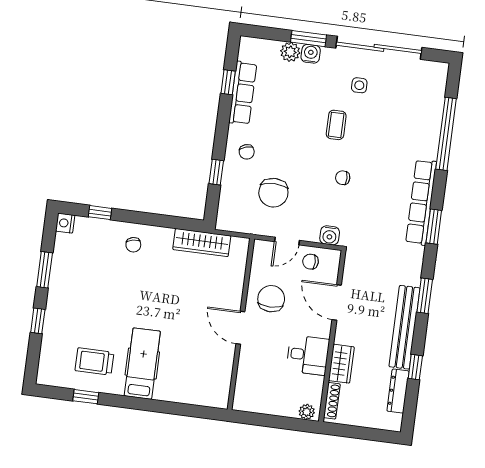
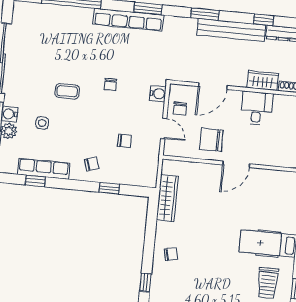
side table: (359, 85) -> (42, 123), moved
chair: (273, 193) -> (124, 141), width x0.54, depth x0.54

